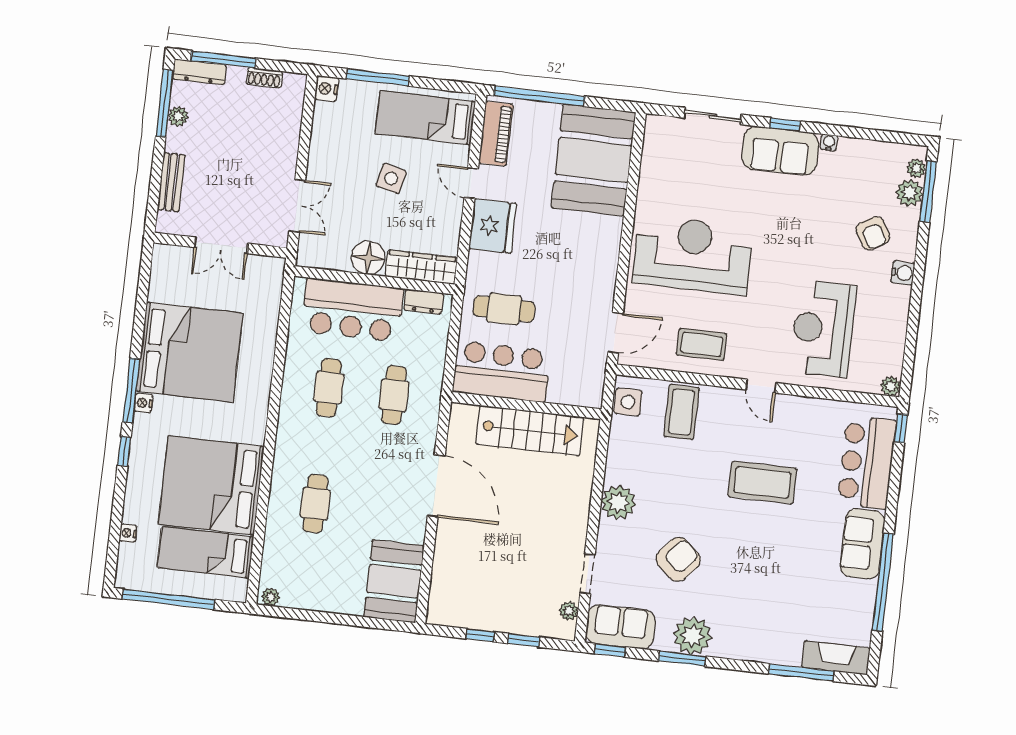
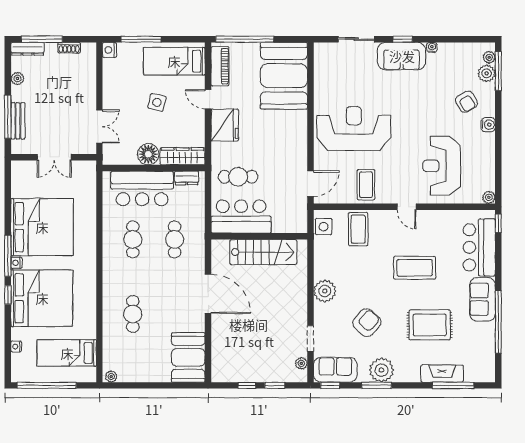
window: (165, 103) -> (8, 117), moved
coffee table: (702, 344) -> (366, 185), turned 90
bed: (211, 485) -> (42, 298), moved, turned 180
rug: (776, 574) -> (430, 325), added
fireplace: (836, 658) -> (442, 374), moved

